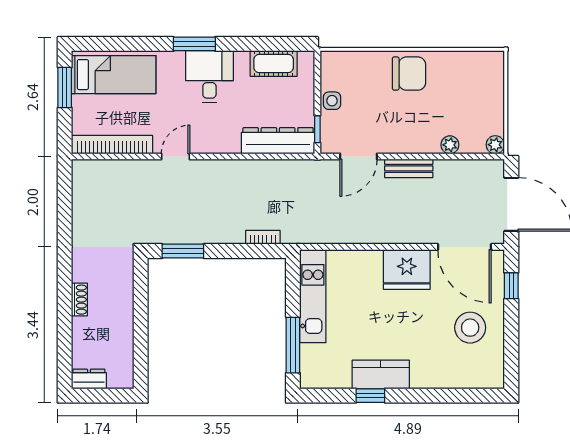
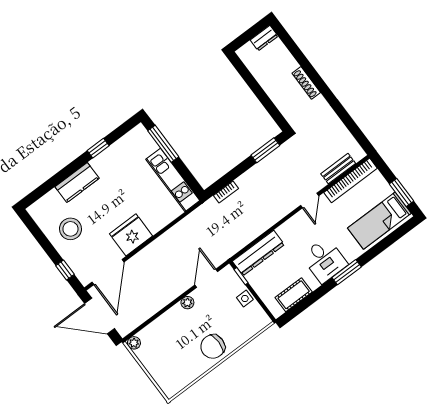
plant: (450, 145) -> (187, 303), moved
bench: (409, 168) -> (338, 169), moved
door: (464, 247) -> (108, 272), swing flipped
shoe rack: (79, 300) -> (306, 83), width x1.43
kitchen counter: (381, 375) -> (77, 183), moved

